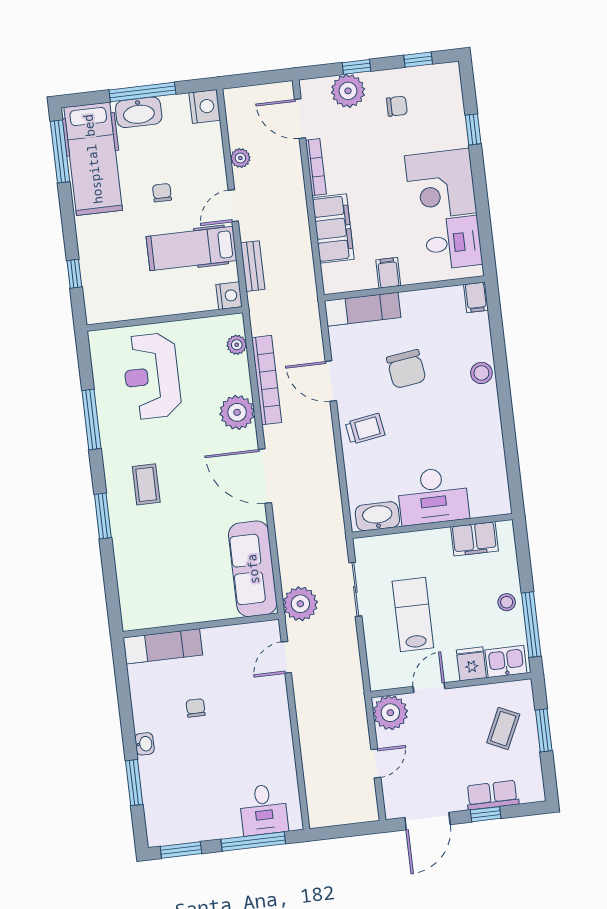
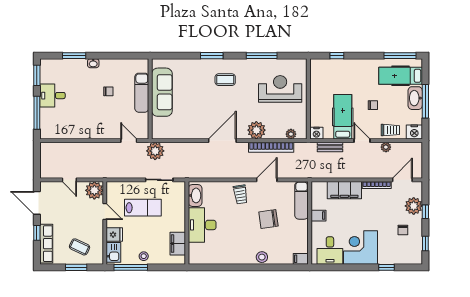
trolley: (206, 153) -> (390, 130), added
hospital bed: (93, 159) -> (401, 76), width x0.73, depth x0.78
sofa: (253, 569) -> (162, 92), moved, turned 90
exam couch: (163, 646) -> (142, 93), moved
row of seats: (492, 795) -> (46, 244), width x1.48
desk: (264, 810) -> (53, 96), moved

